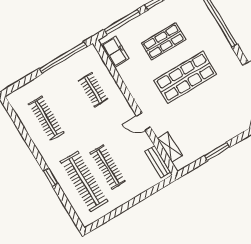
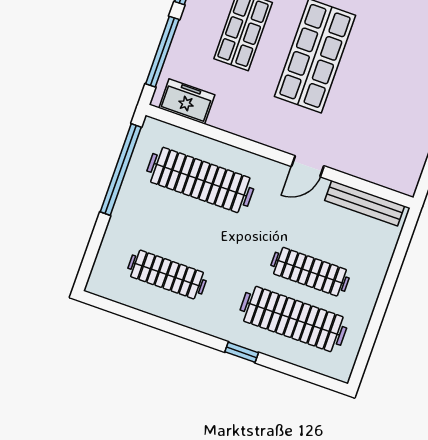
clothes rail: (93, 90) -> (200, 180), width x1.86, depth x1.31
shelving: (170, 147) -> (374, 172), removed
bench: (158, 162) -> (365, 203), width x1.36

